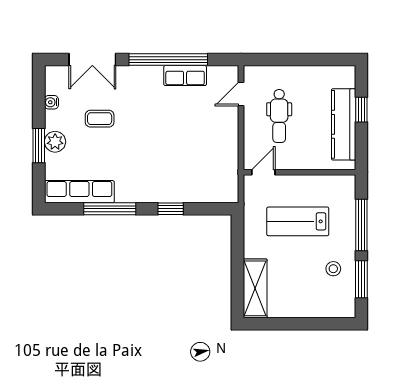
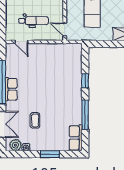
row of seats: (185, 76) -> (11, 89), moved
plant: (55, 142) -> (15, 145), moved
row of seats: (79, 192) -> (76, 138), width x0.68

